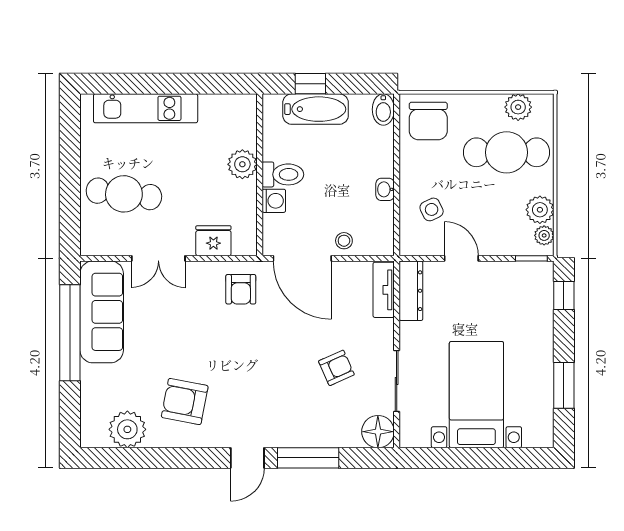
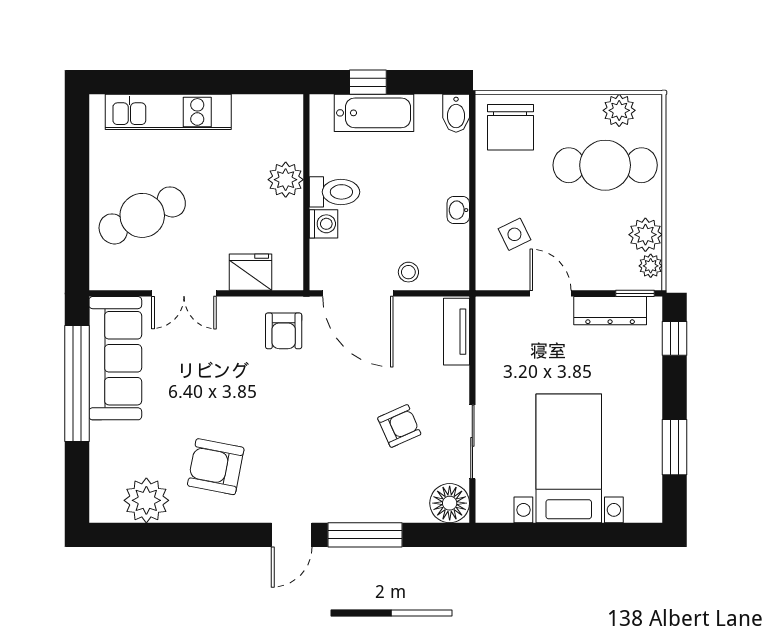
cafe table: (124, 194) -> (142, 215), turned -32
dresser: (411, 291) -> (610, 311), moved, turned 90

